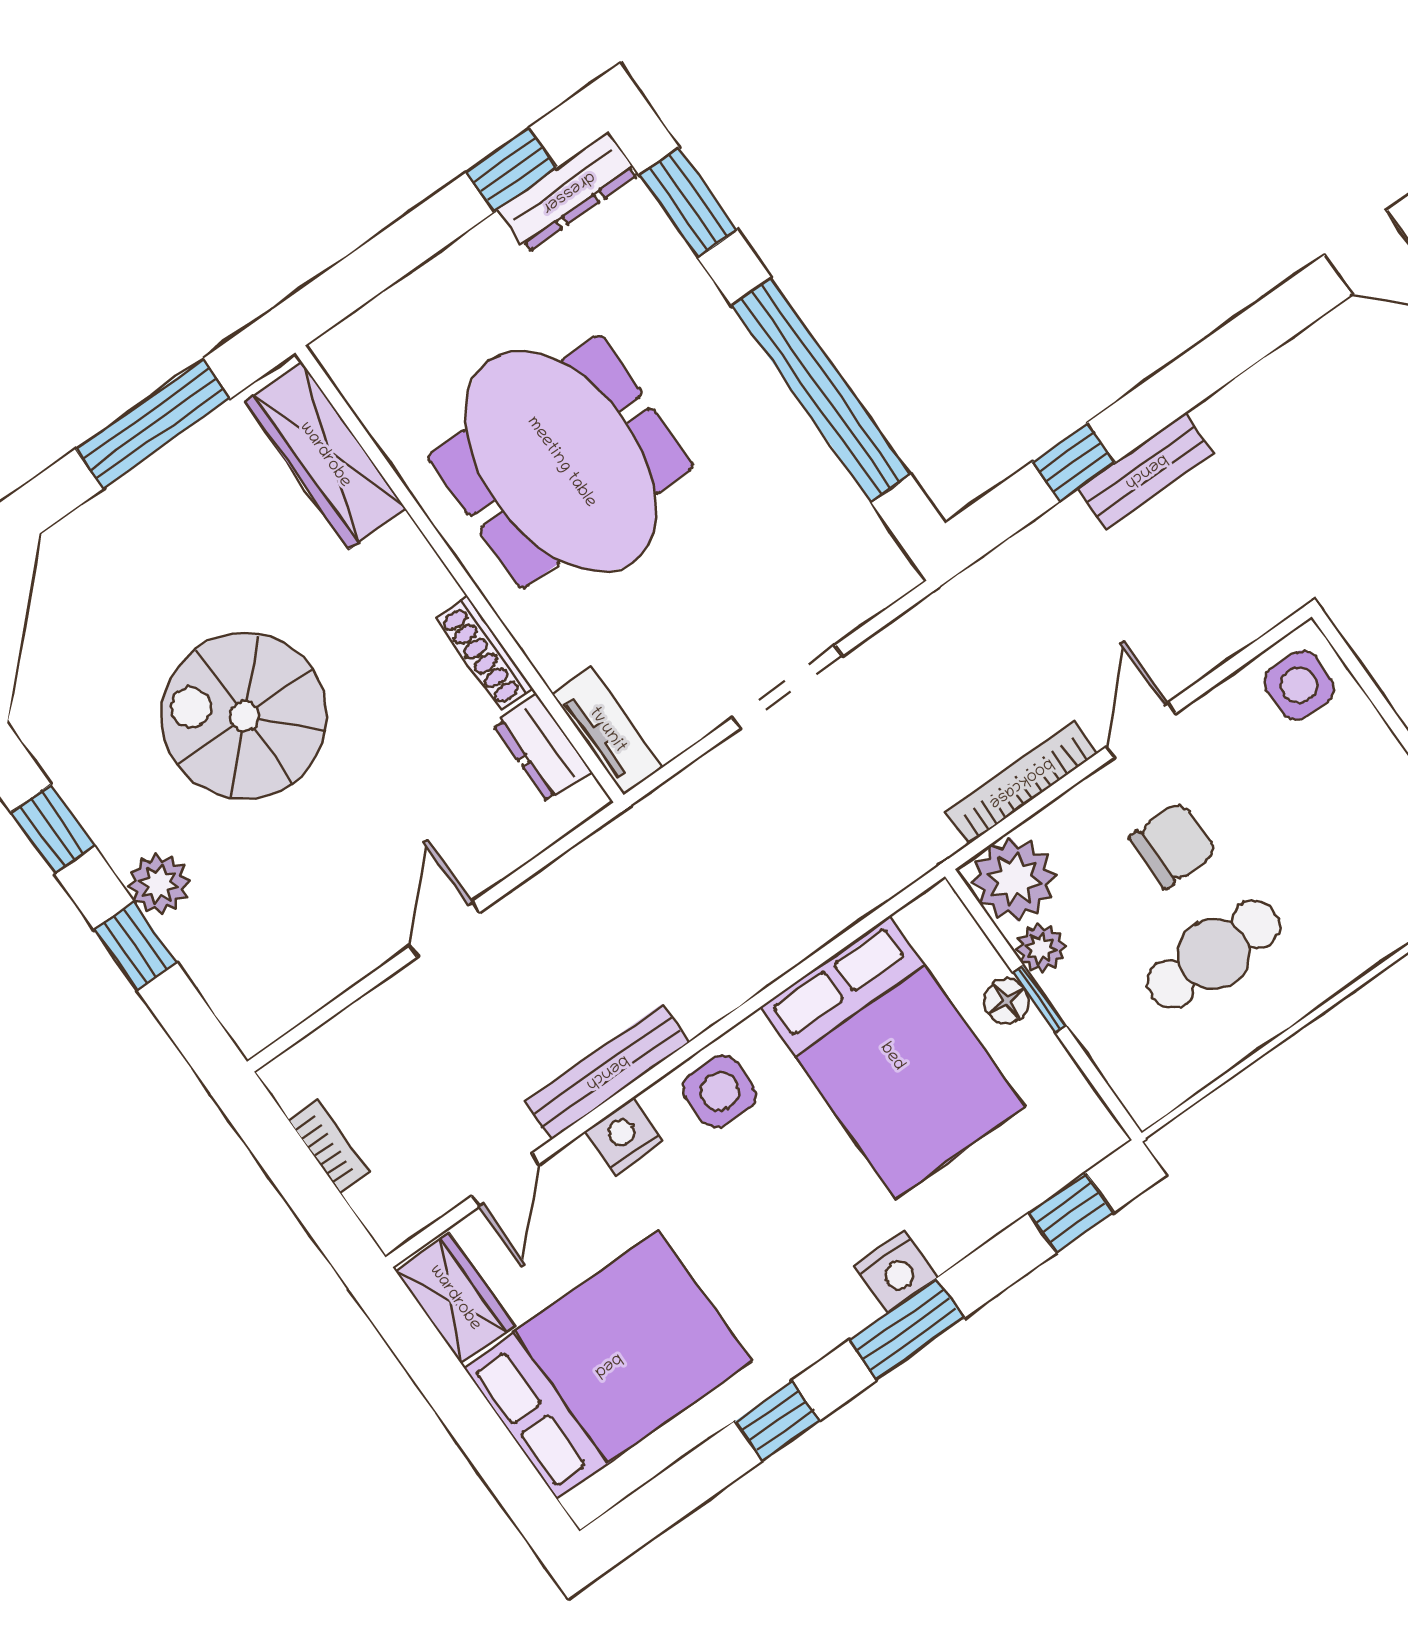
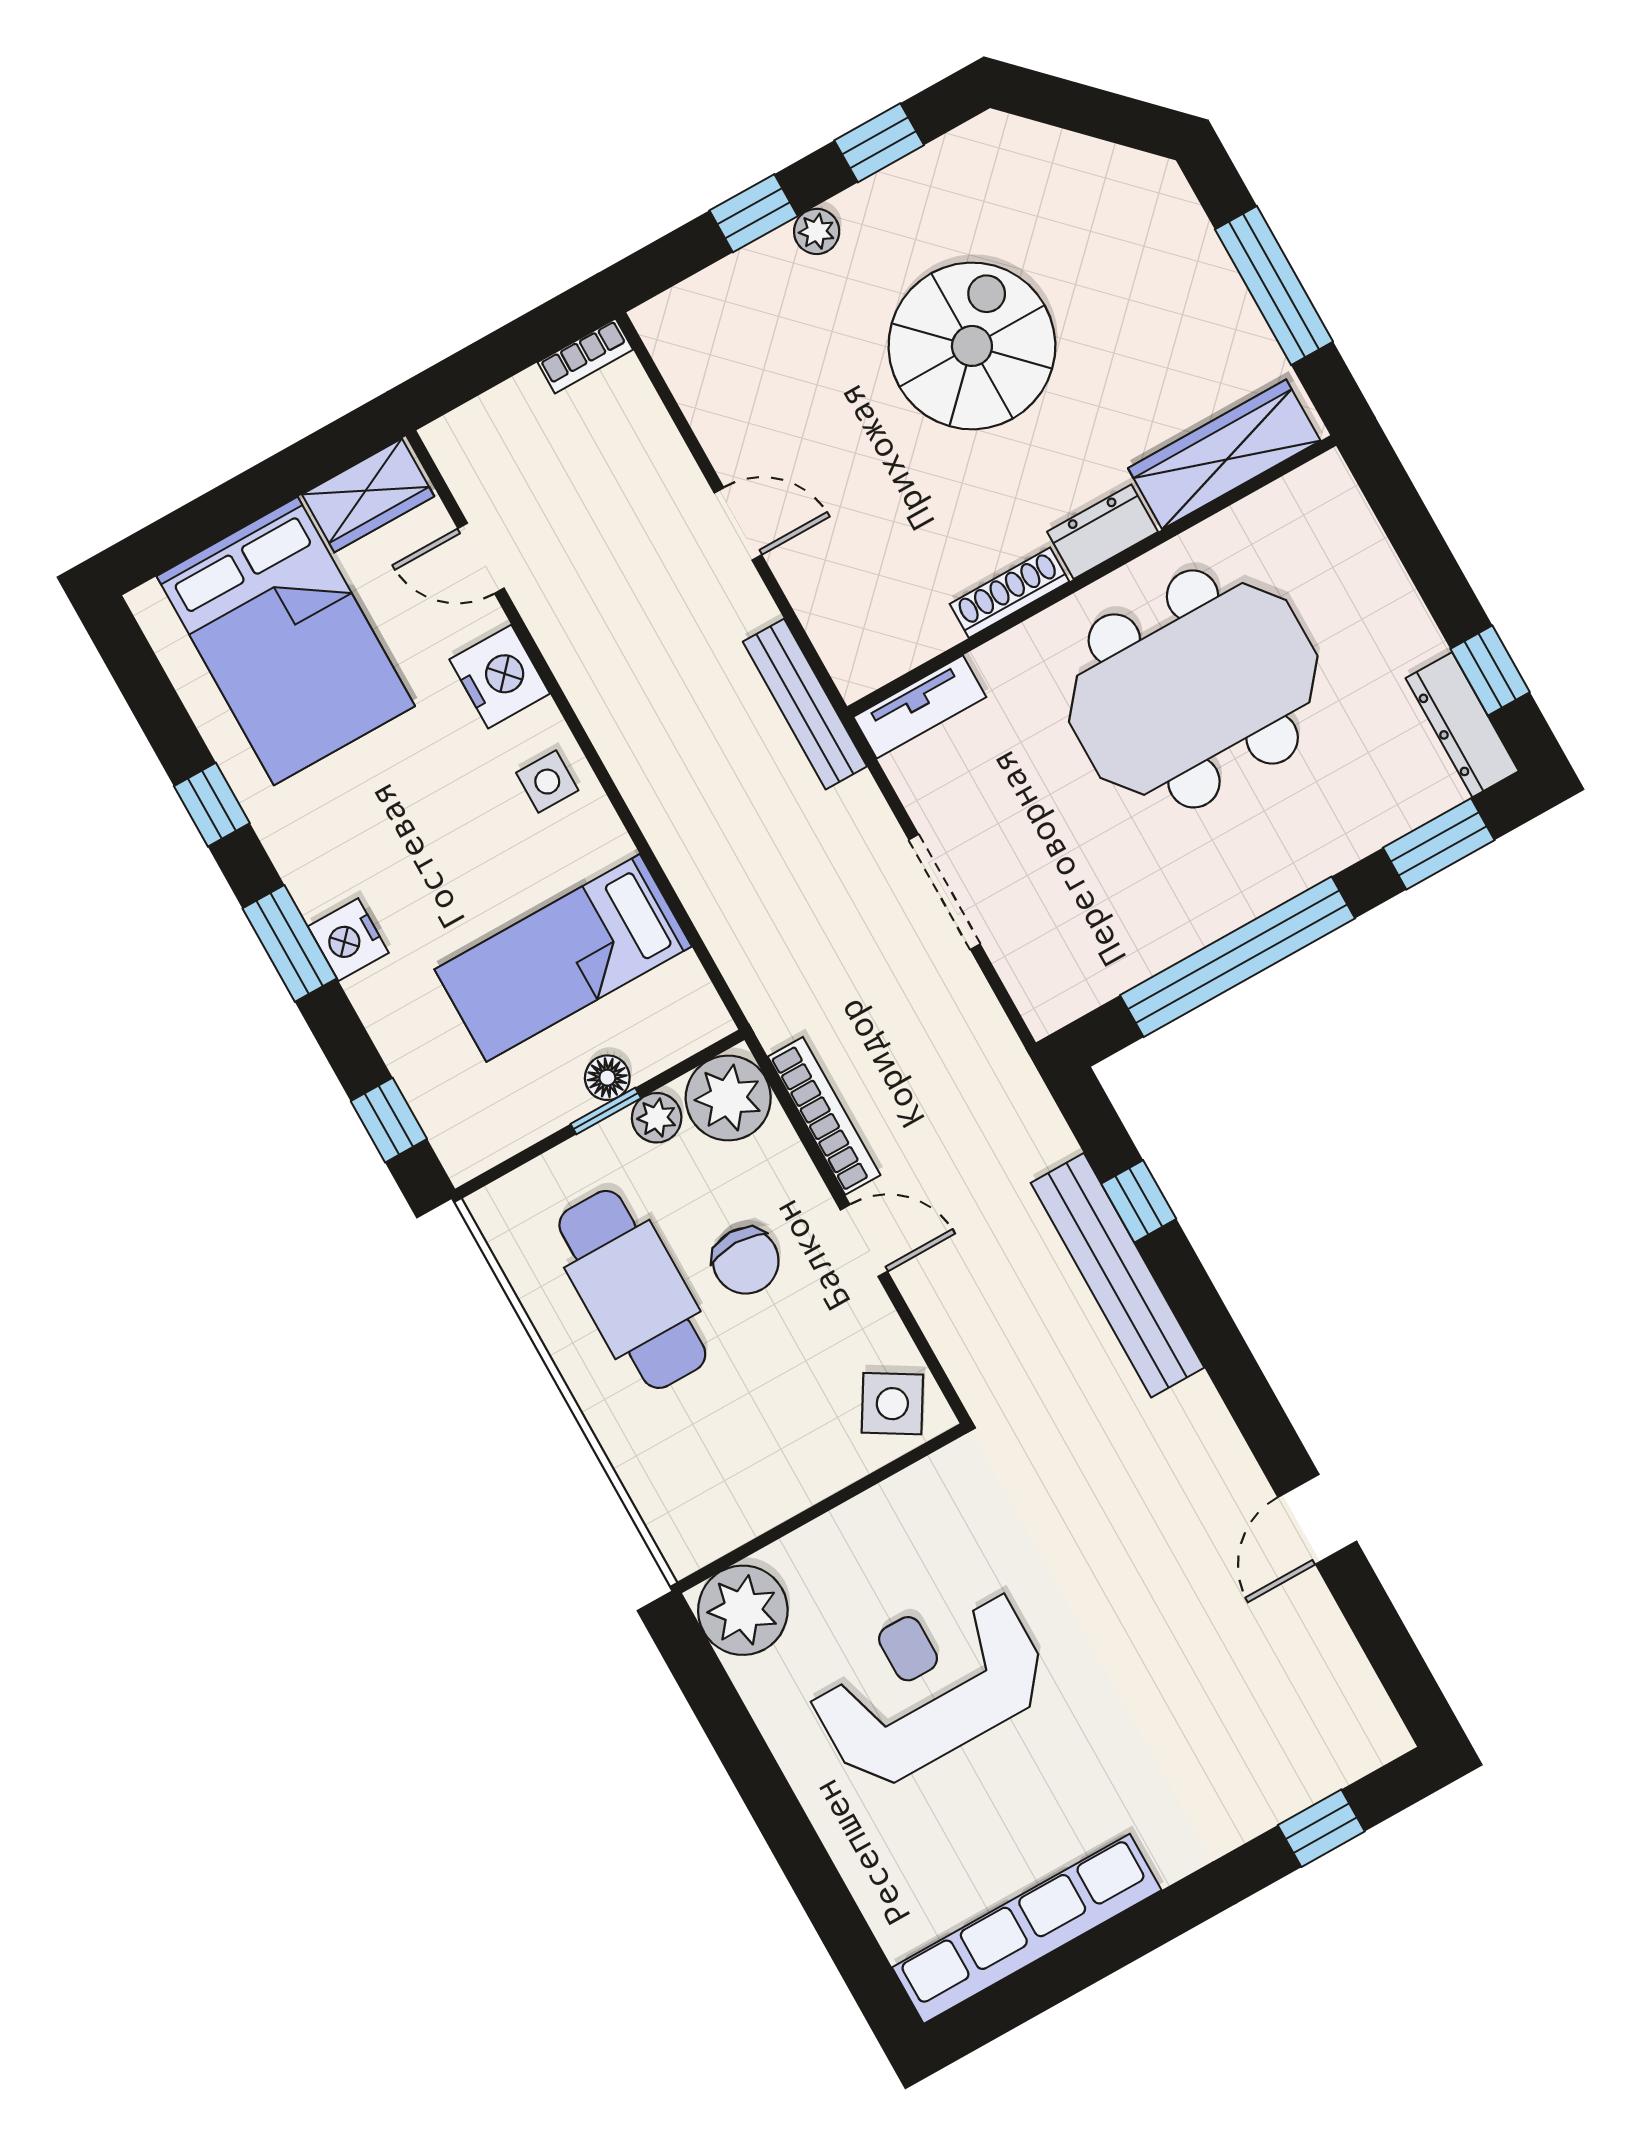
bench: (1146, 471) -> (1117, 1275), width x1.86, depth x1.21
side table: (1299, 685) -> (892, 1404), turned 31
dresser: (542, 748) -> (1103, 532), moved
plant: (159, 884) -> (817, 231), width x0.73, depth x0.73
cafe table: (1213, 954) -> (632, 1289), width x1.37, depth x1.35
bed: (892, 1057) -> (563, 958), width x0.67
bench: (607, 1072) -> (805, 704), moved
side table: (719, 1091) -> (547, 782), width x0.73, depth x0.73
nightstand: (624, 1136) -> (500, 677), width x1.36, depth x1.33
bookcase: (329, 1146) -> (585, 356), moved

